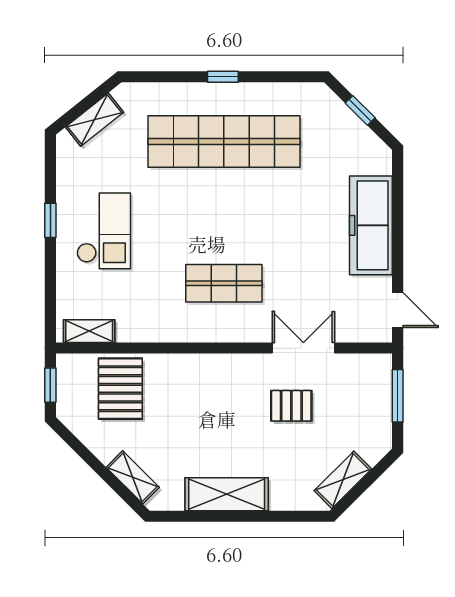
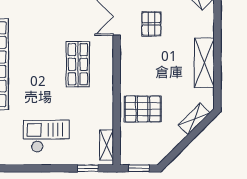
window: (50, 220) -> (88, 168), moved
pallet: (120, 389) -> (143, 109), moved

